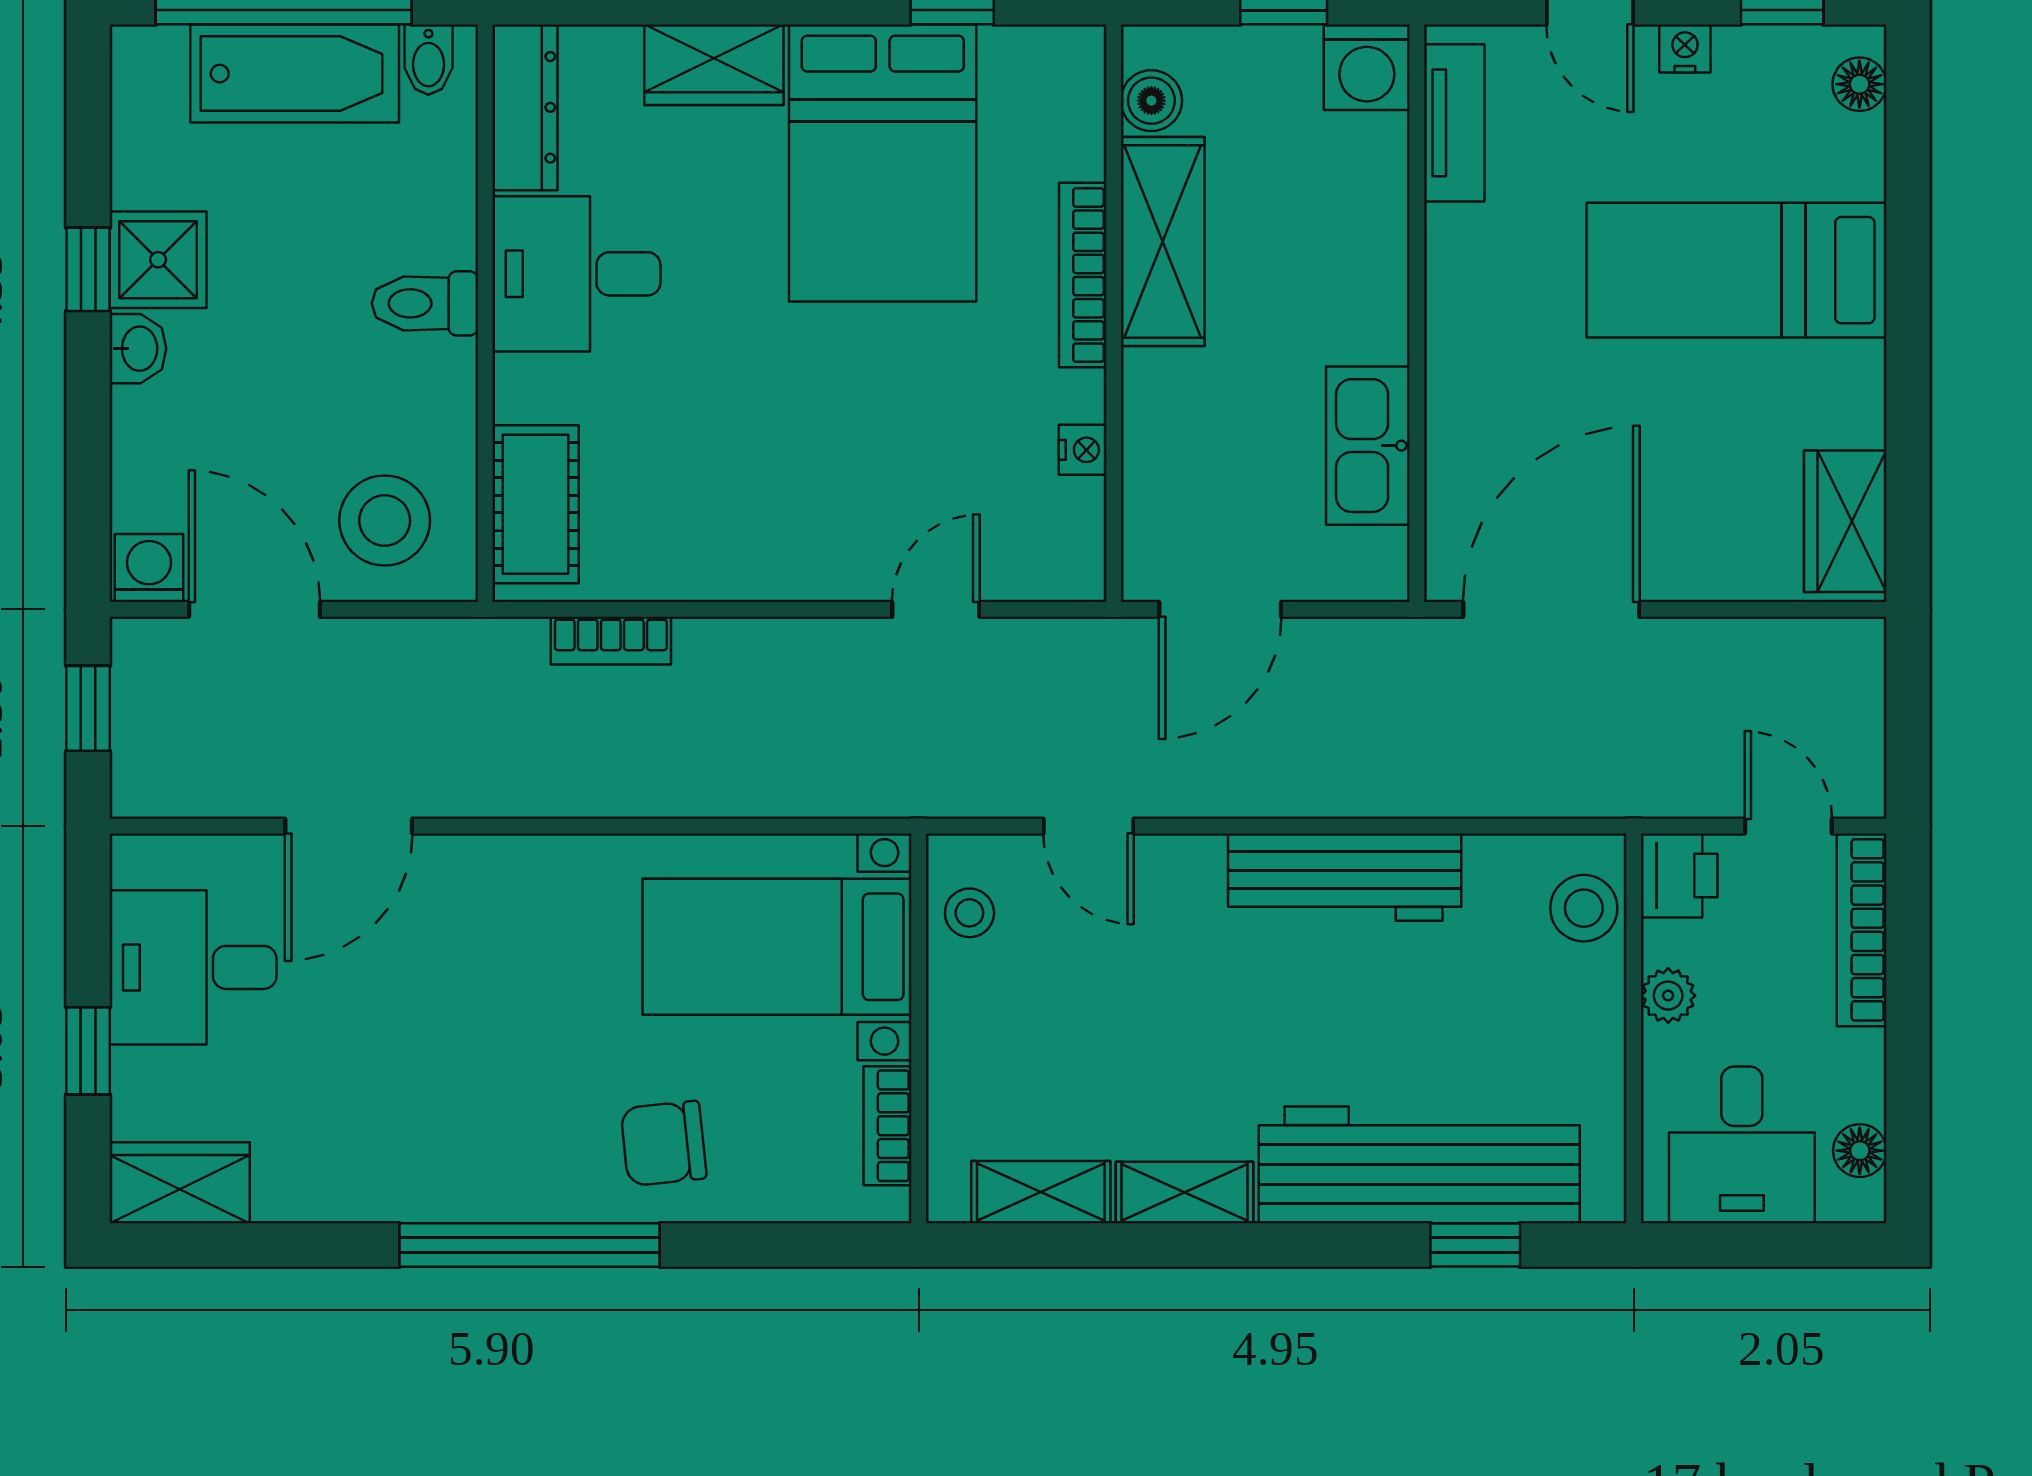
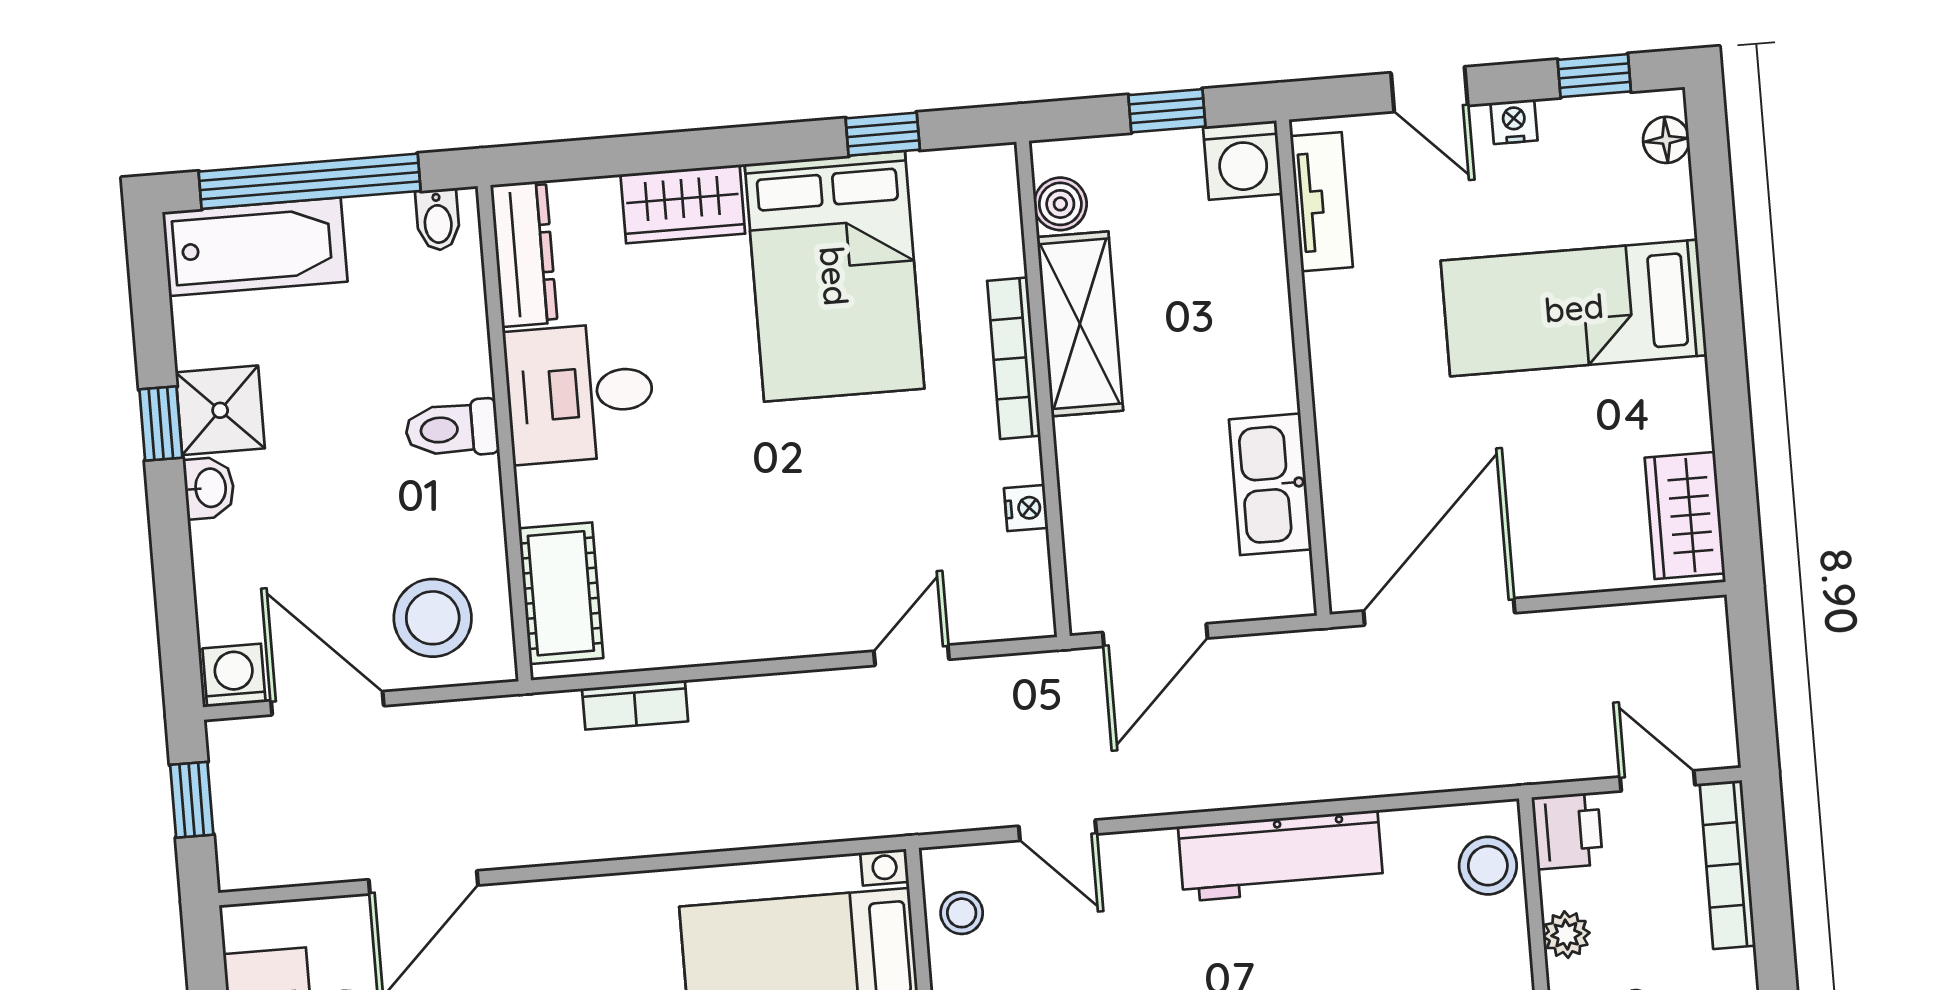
bathtub: (295, 74) -> (255, 247), moved

